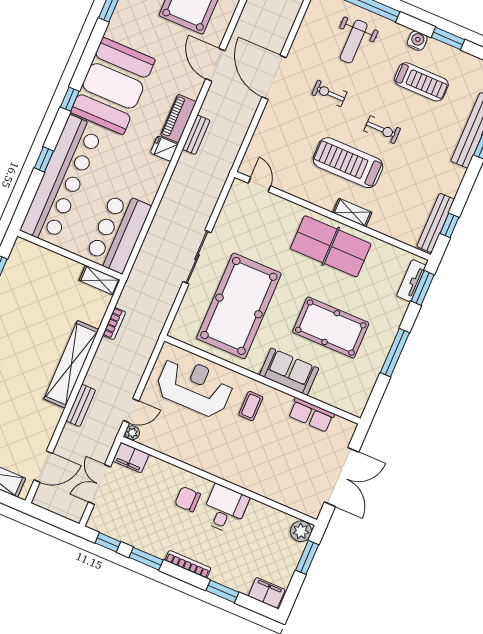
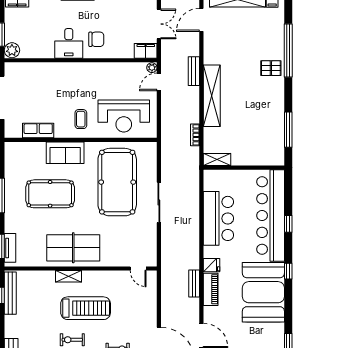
bar counter: (118, 232) -> (218, 218), moved

